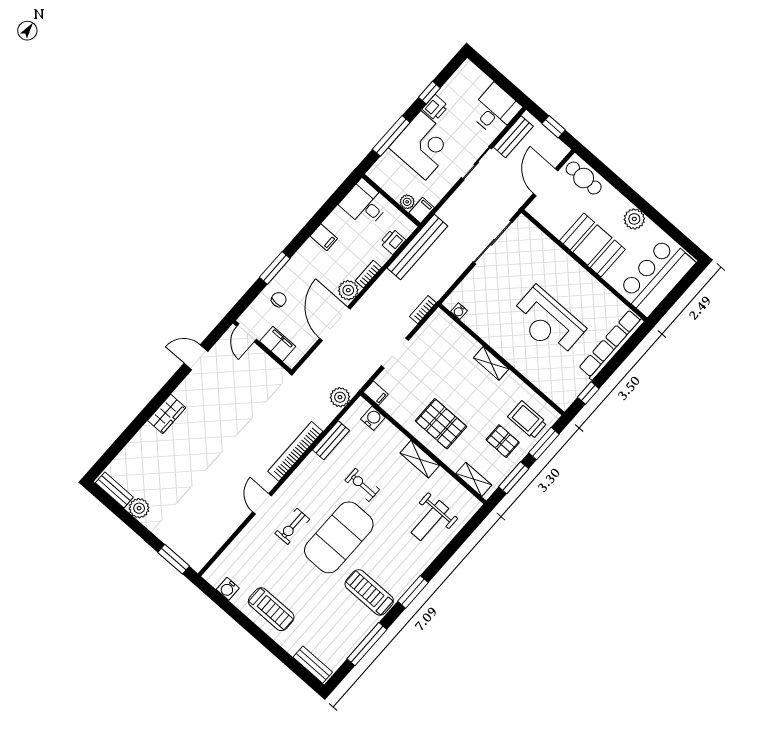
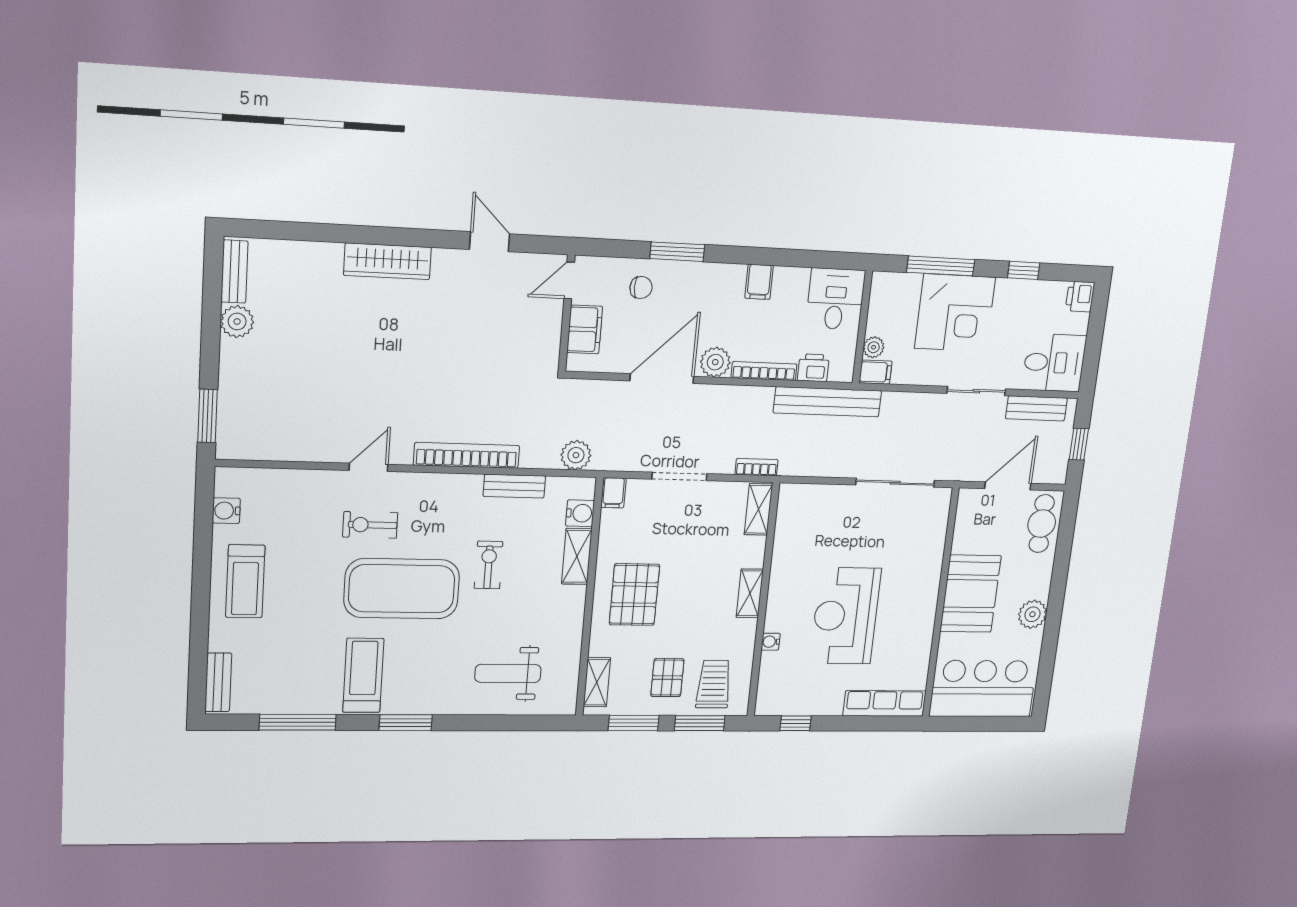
printer: (435, 108) -> (1080, 297), moved, turned 90
bookcase: (368, 274) -> (764, 371), width x1.56
water cooler: (459, 311) -> (771, 642), moved
shelving: (447, 325) -> (758, 509), added
row of seats: (611, 345) -> (885, 703), width x0.73
wardrobe: (167, 414) -> (387, 261), width x1.50
shelving: (420, 459) -> (577, 556), moved

